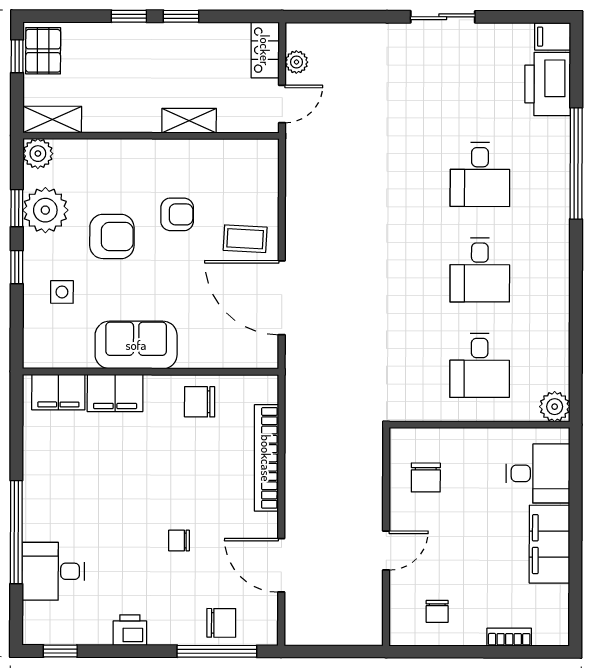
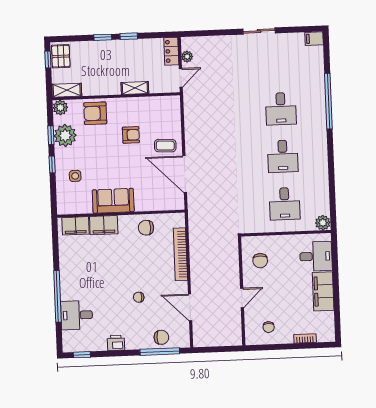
printer: (548, 84) -> (313, 62), removed
armchair: (112, 236) -> (95, 113), moved, turned 180

